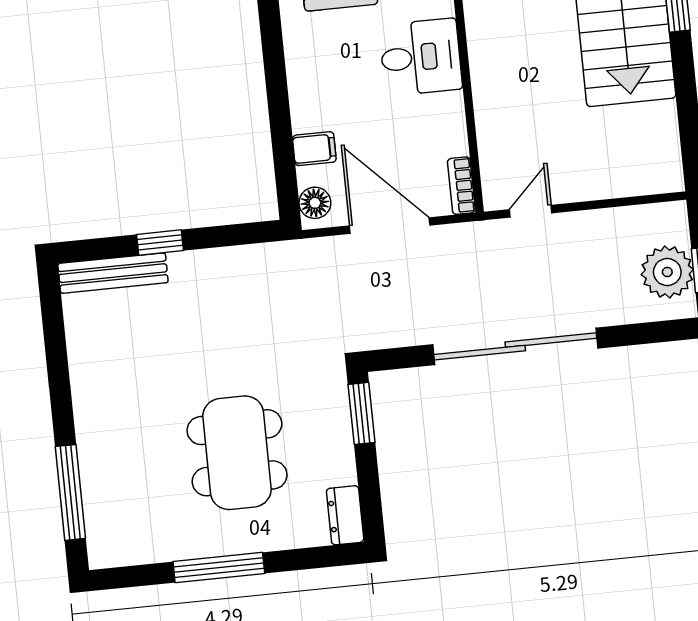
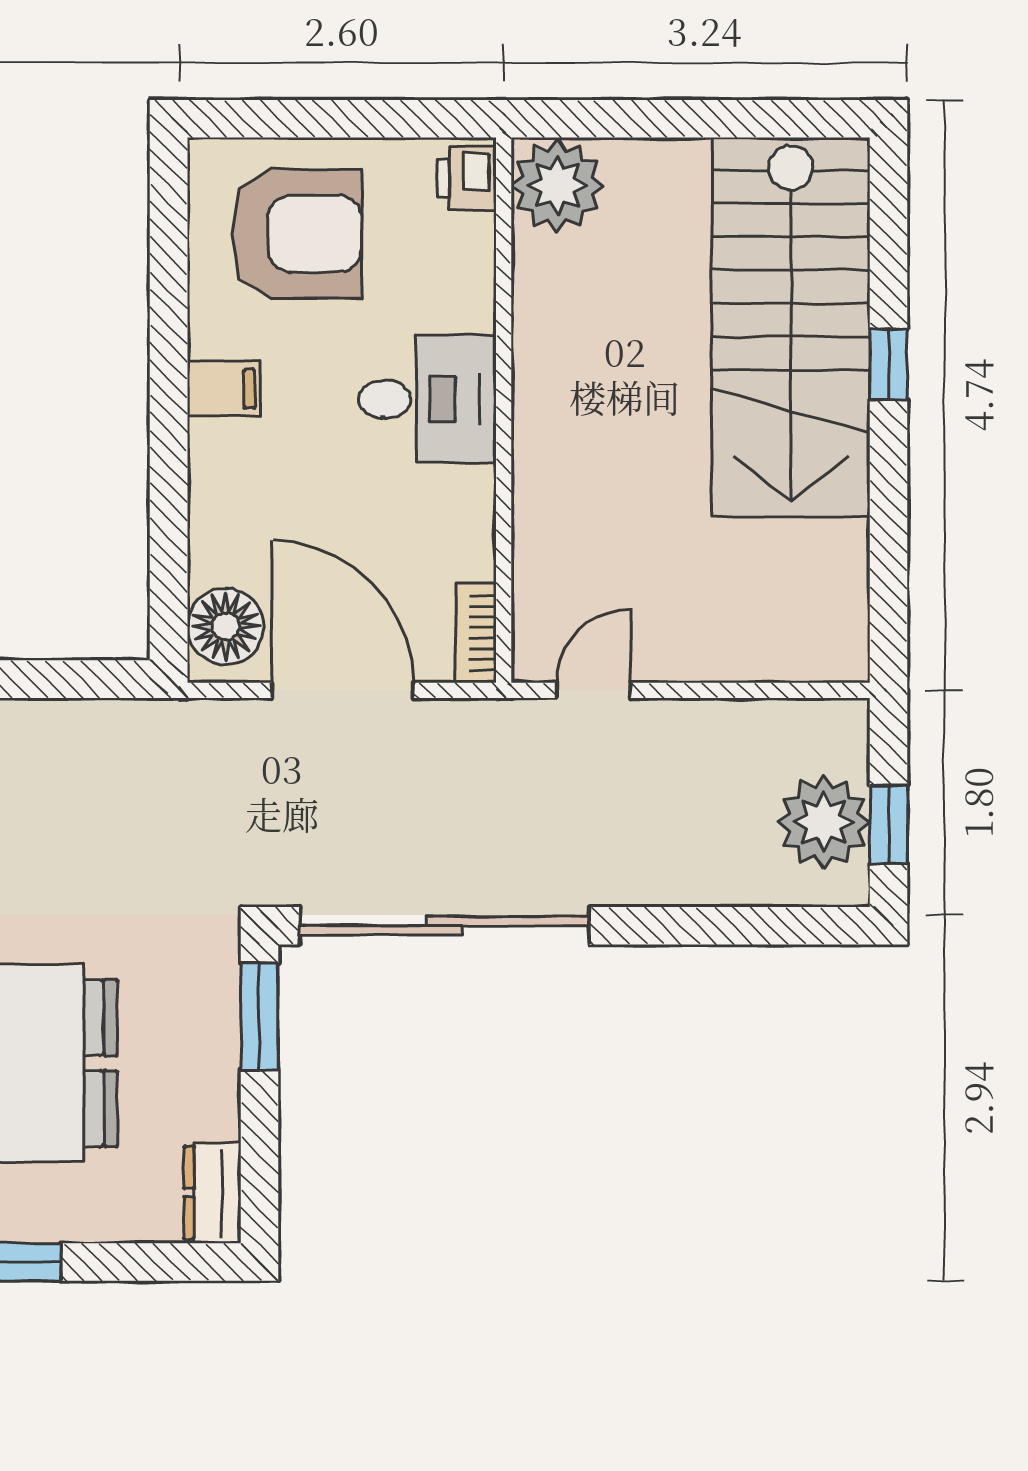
filing cabinet: (314, 149) -> (224, 389), moved
floor lamp: (315, 203) -> (226, 627), width x1.38, depth x1.38
sliding door: (515, 346) -> (444, 926), moved

